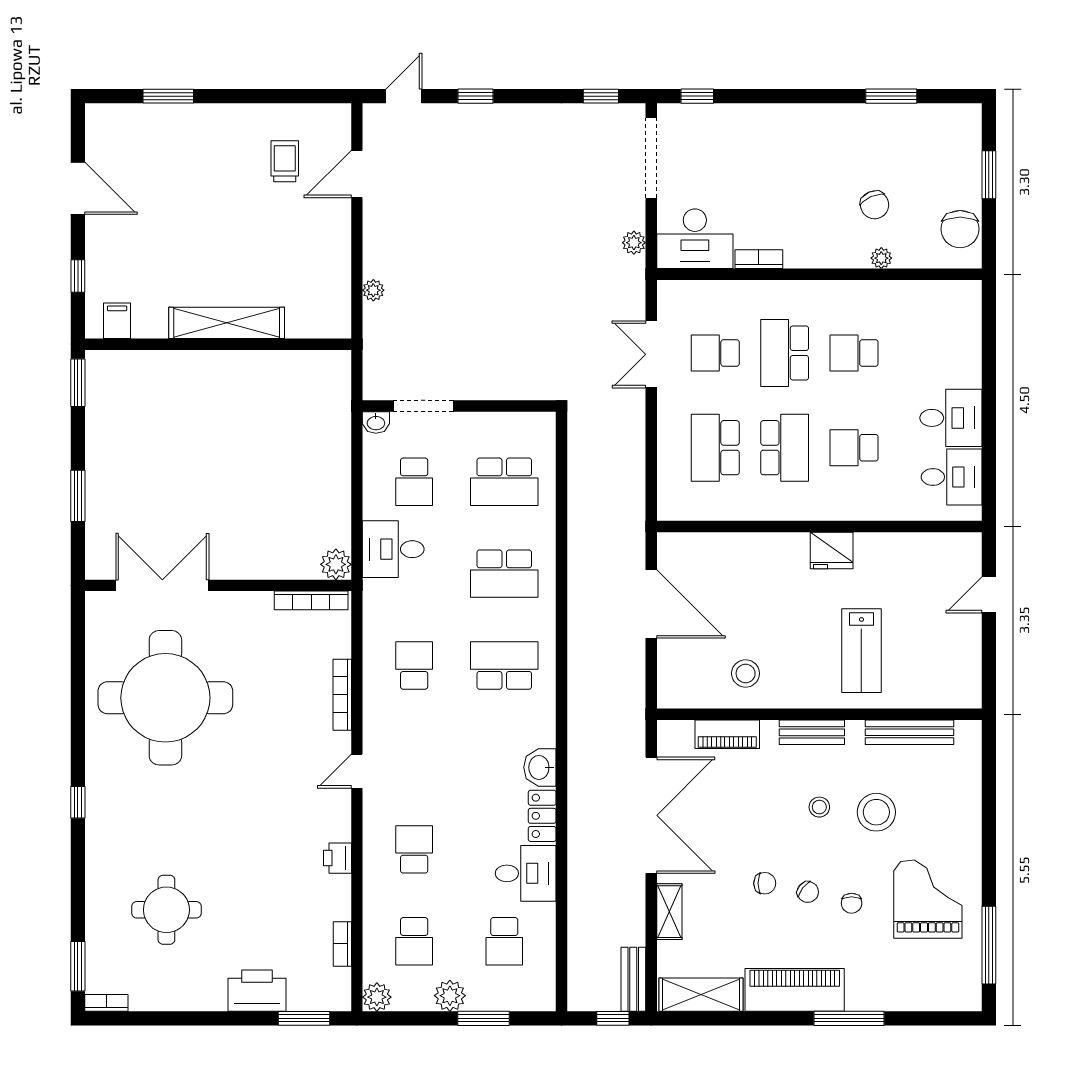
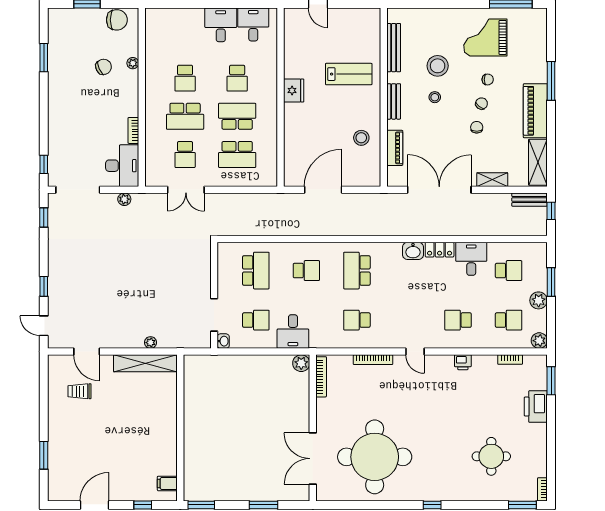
shelving: (227, 323) -> (145, 363), moved, turned 90
school desk: (504, 574) -> (306, 271), width x0.54

